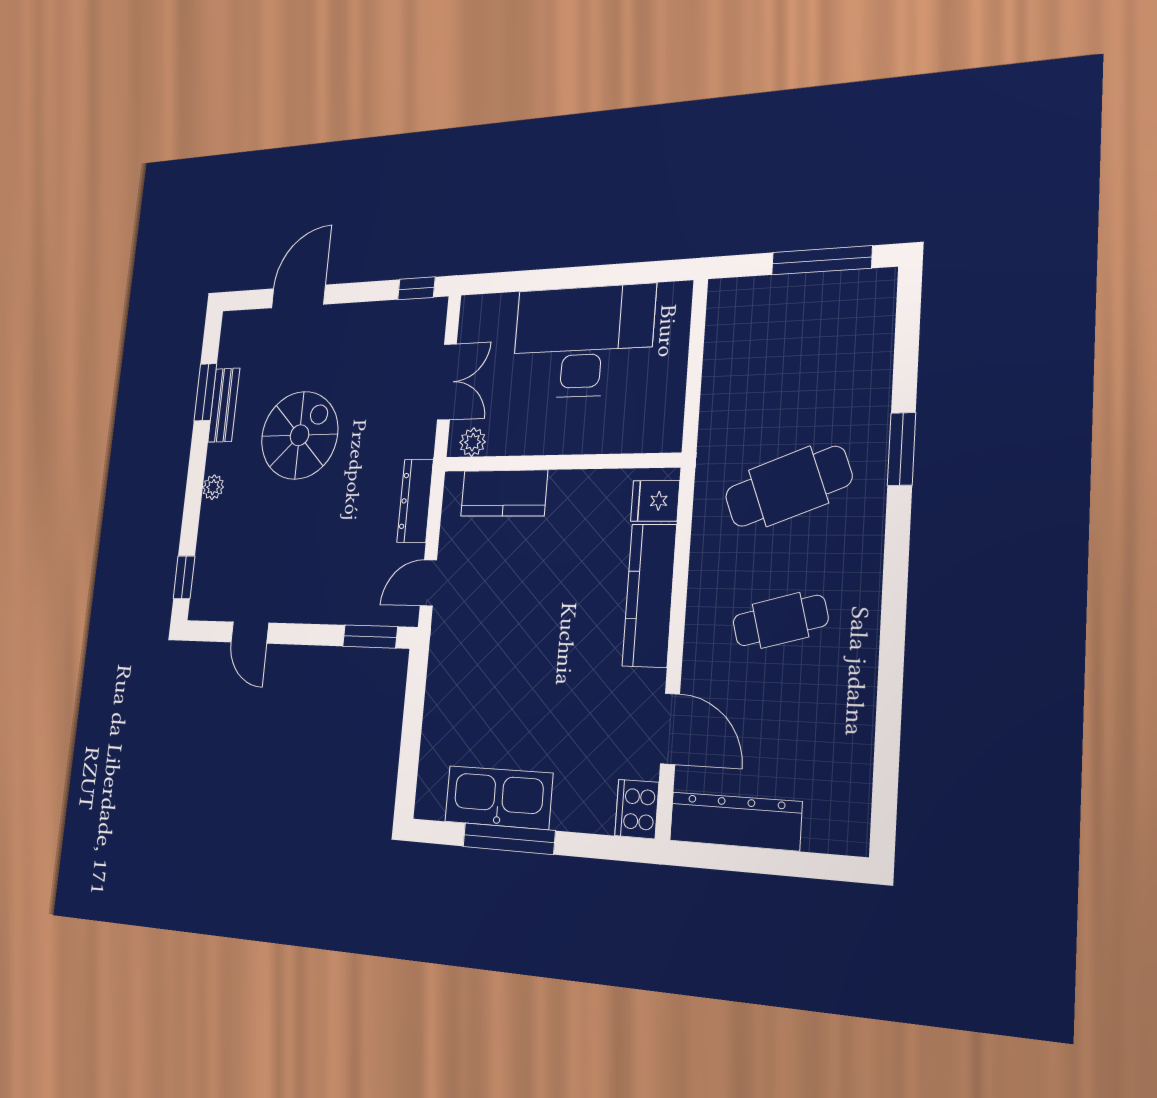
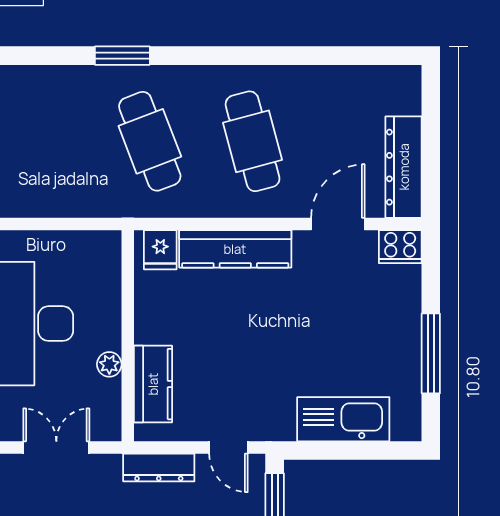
plant: (473, 442) -> (109, 364), moved
cafe table: (780, 620) -> (253, 141), width x1.37, depth x1.35
kitchen sink: (498, 797) -> (343, 419), moved, turned 90

